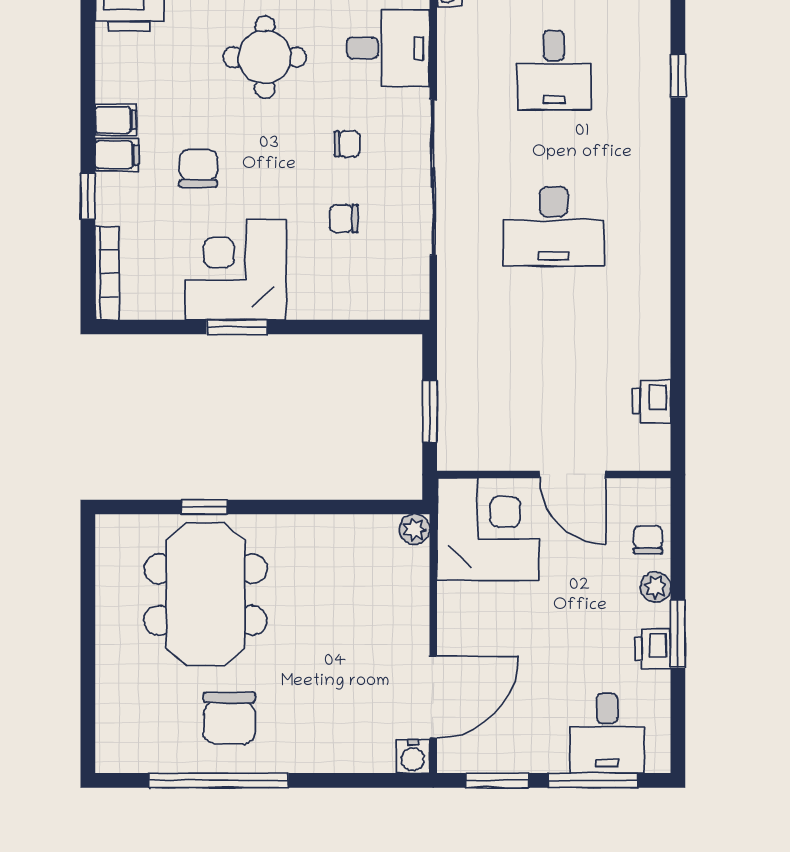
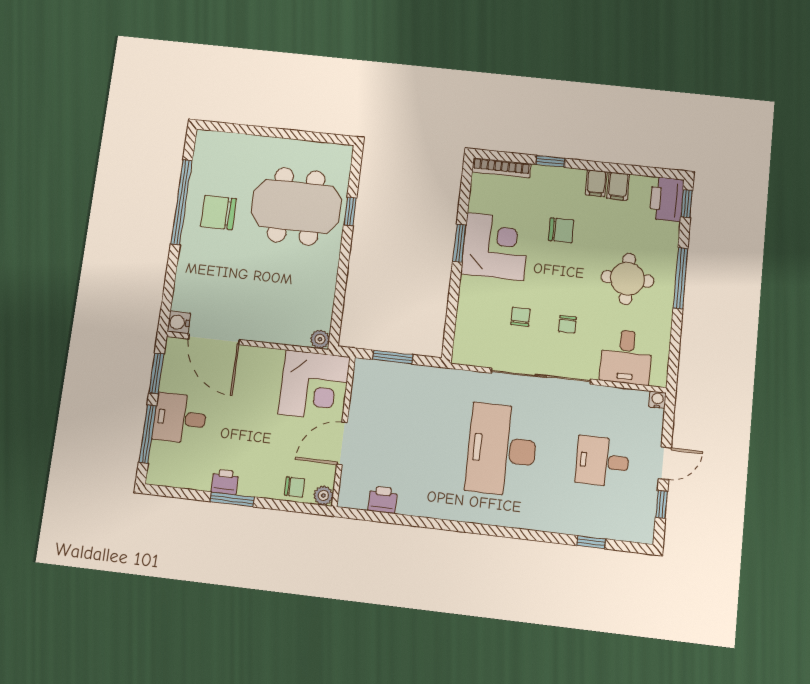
filing cabinet: (117, 155) -> (618, 186), moved
desk: (554, 226) -> (502, 450), width x1.36, depth x1.30
plant: (656, 587) -> (323, 495), moved
desk: (607, 733) -> (180, 418), moved

